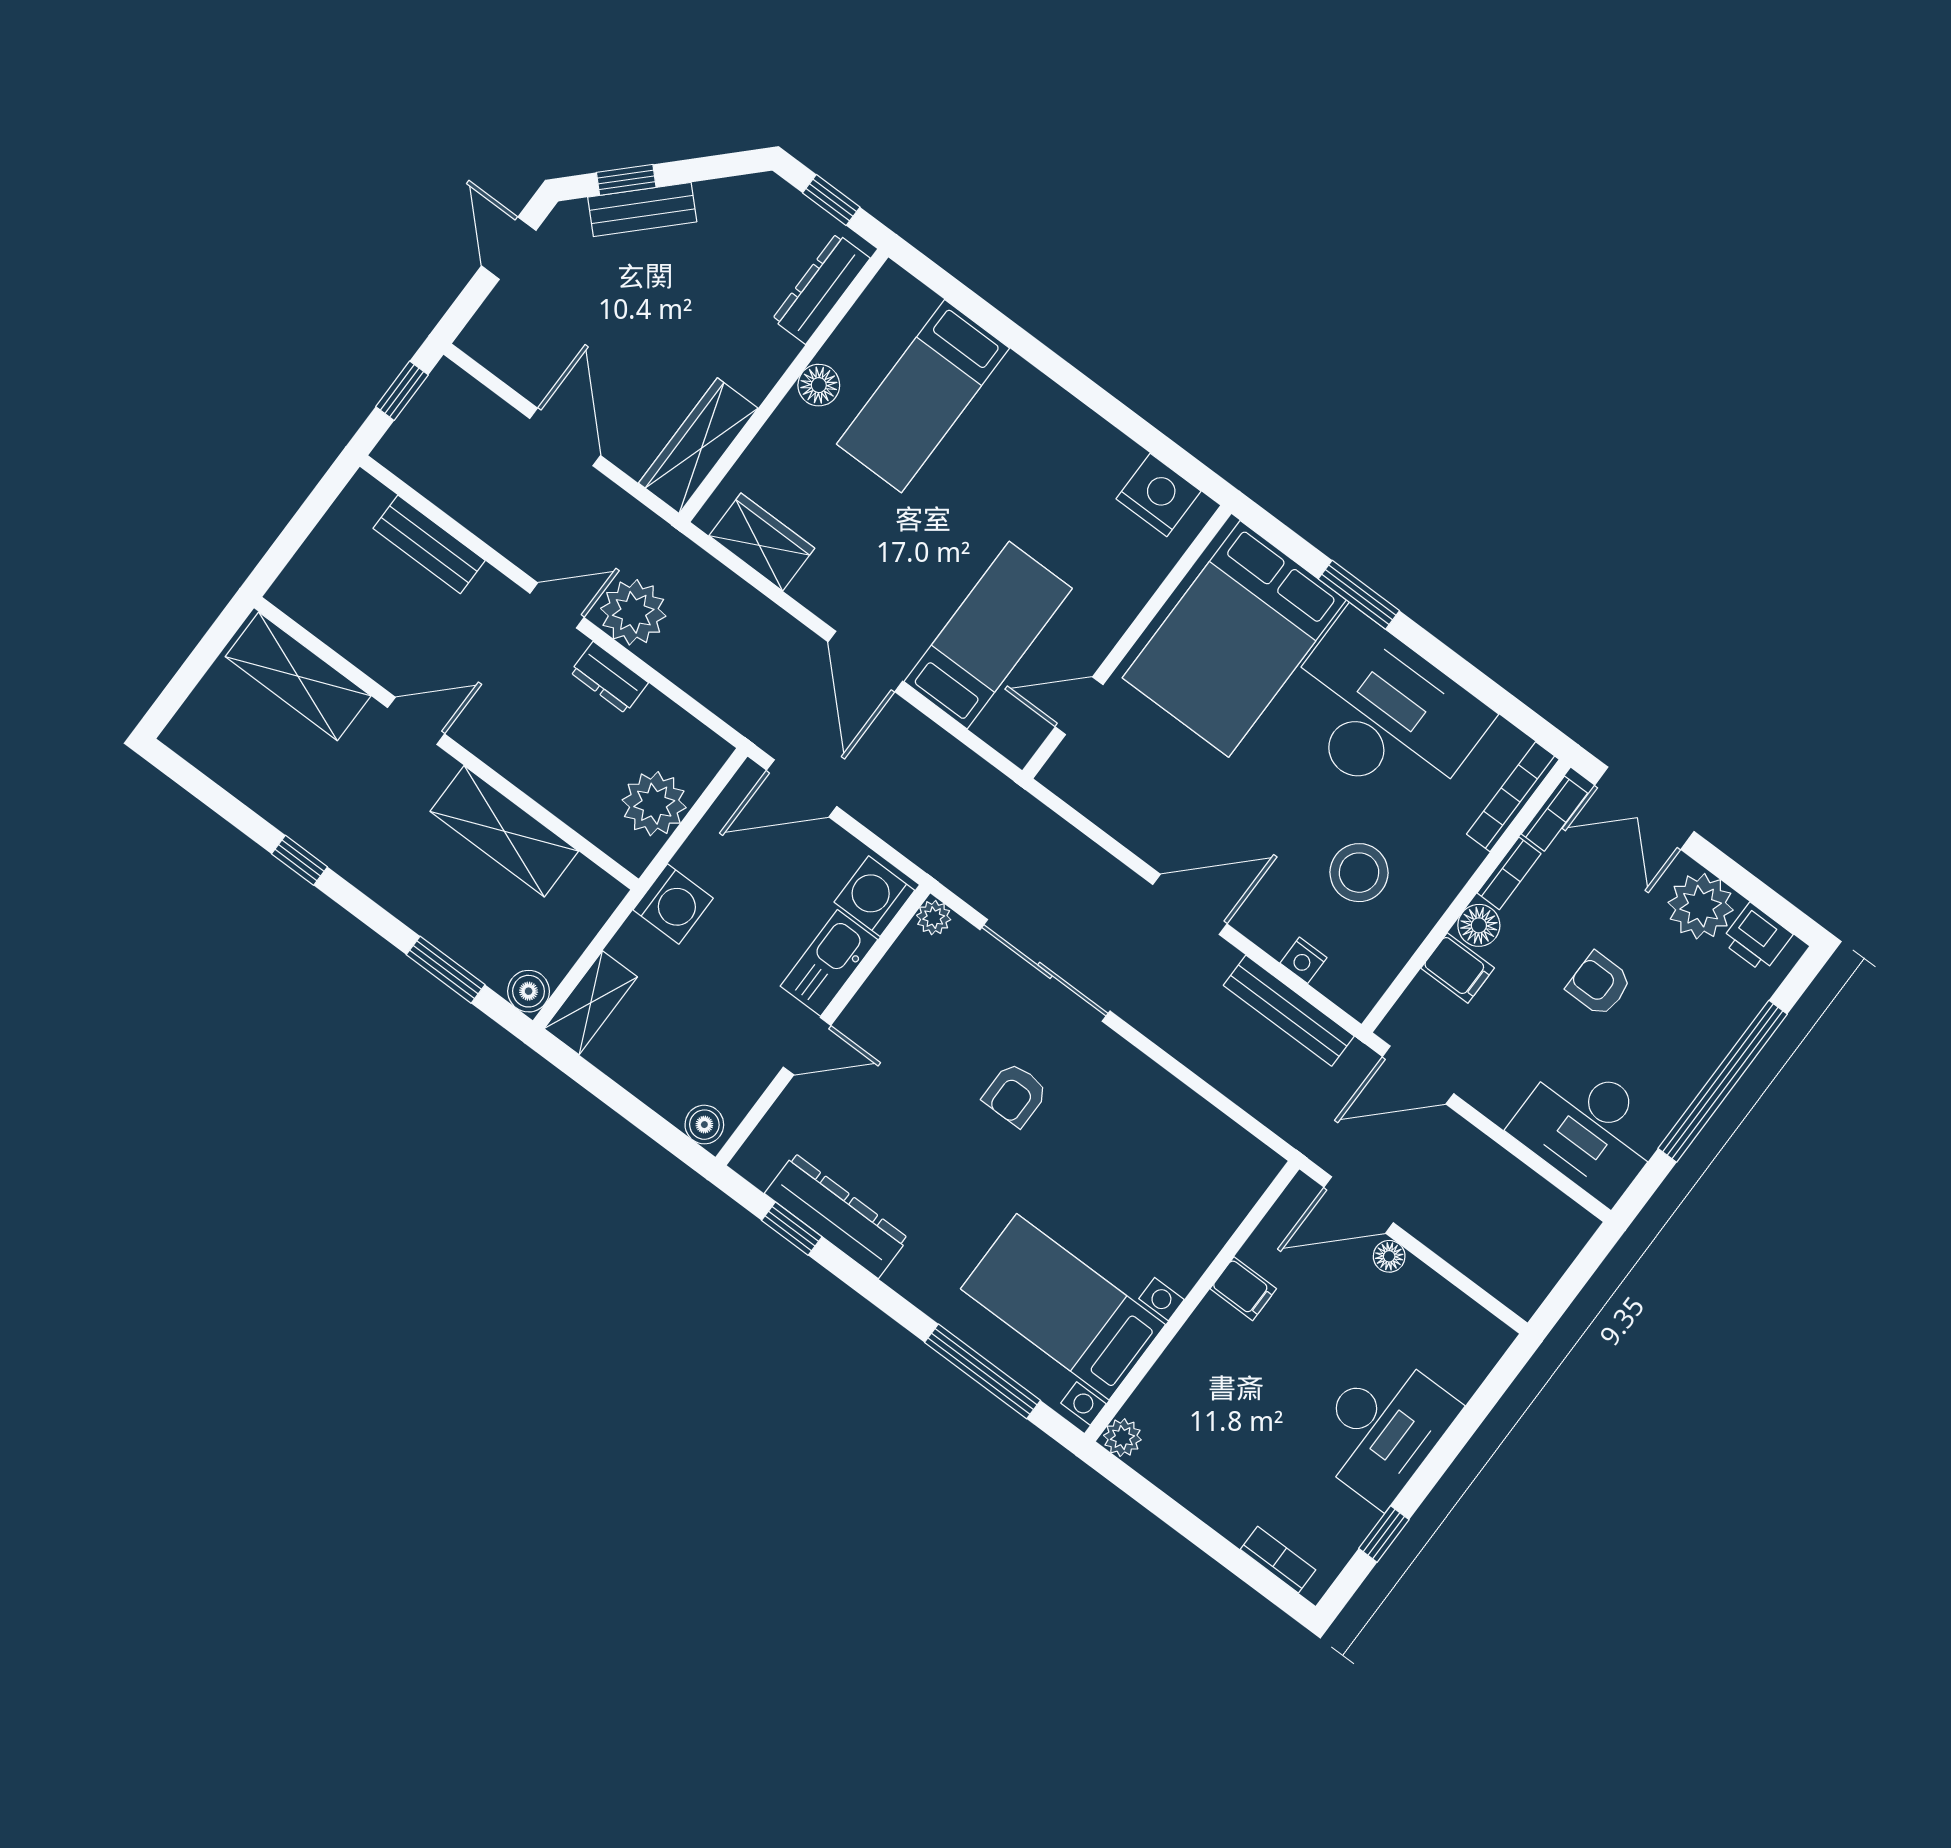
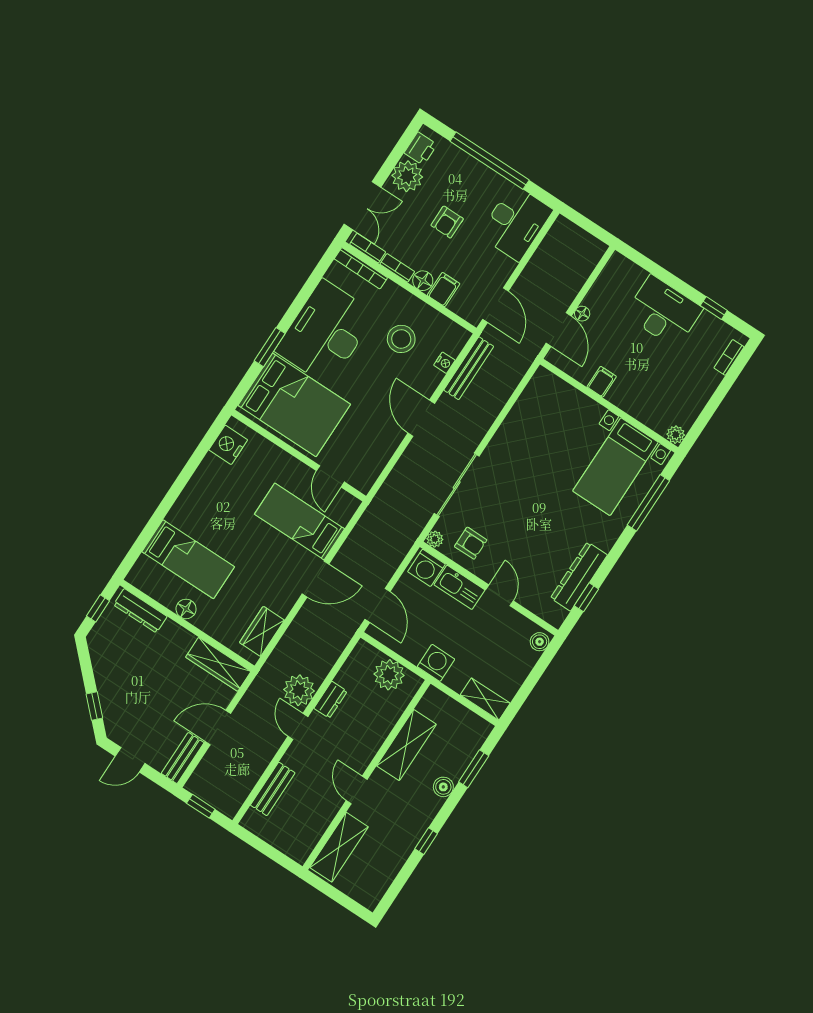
bench: (642, 210) -> (183, 758), moved, turned 45
boiler: (529, 991) -> (443, 787), moved
armchair: (1015, 1095) -> (471, 543), moved

